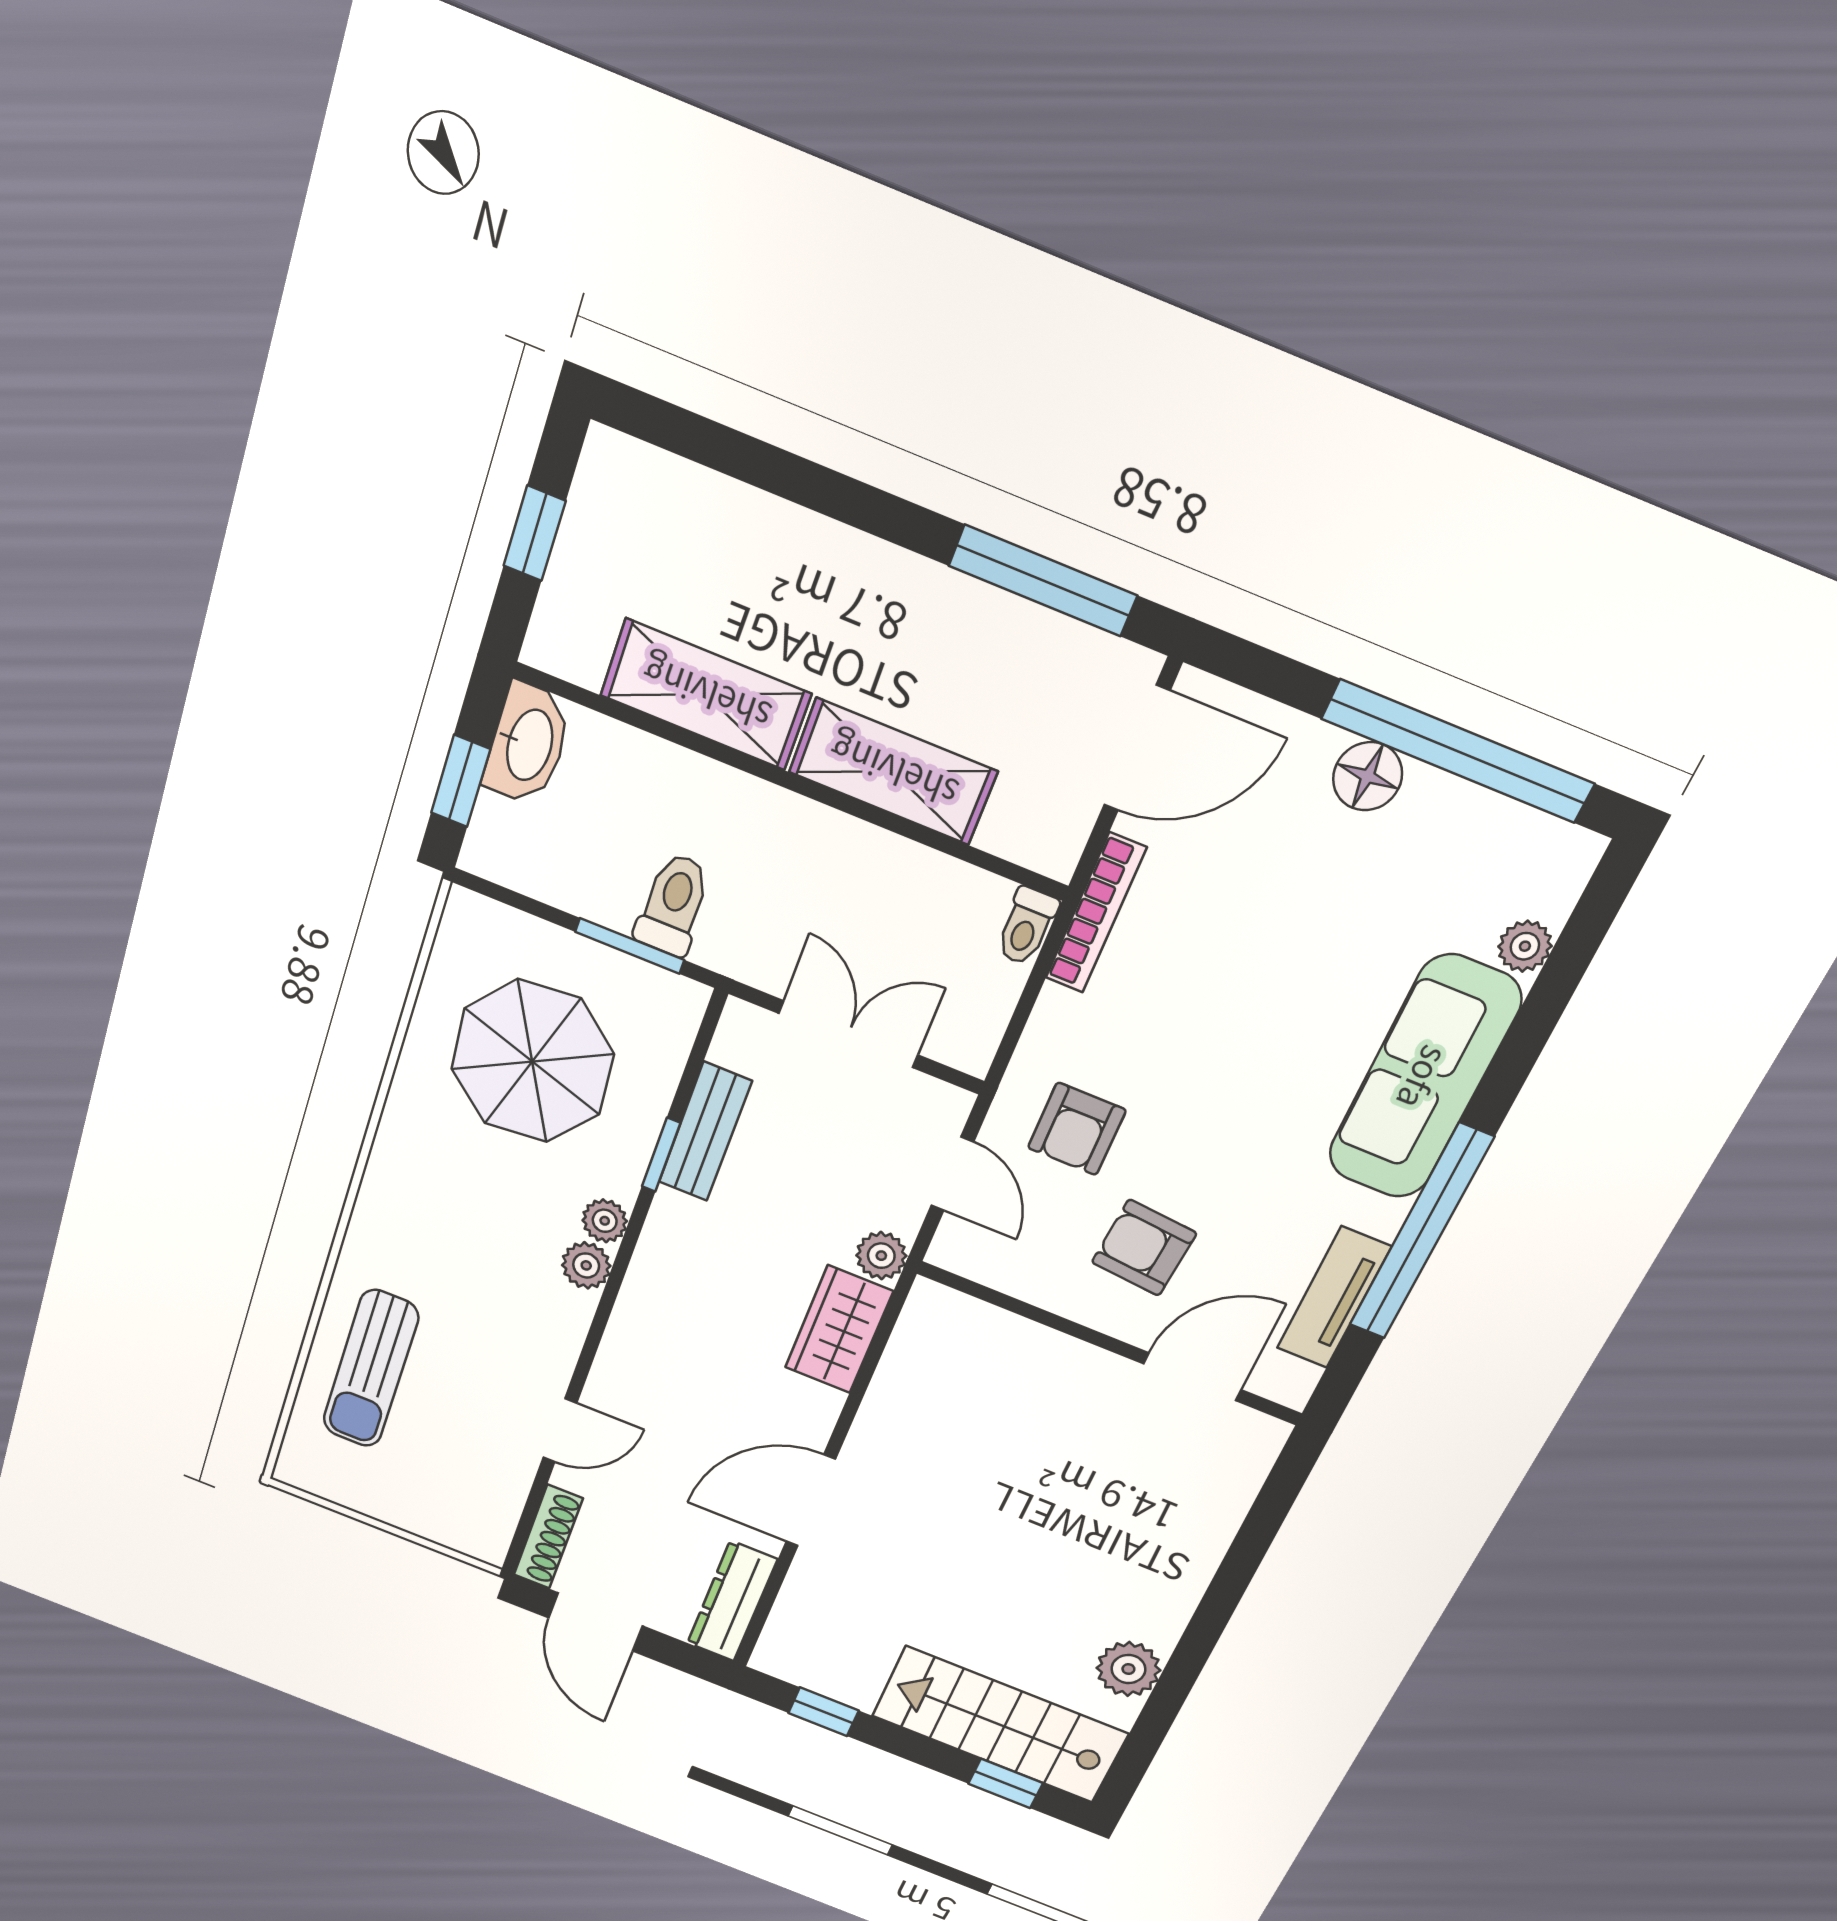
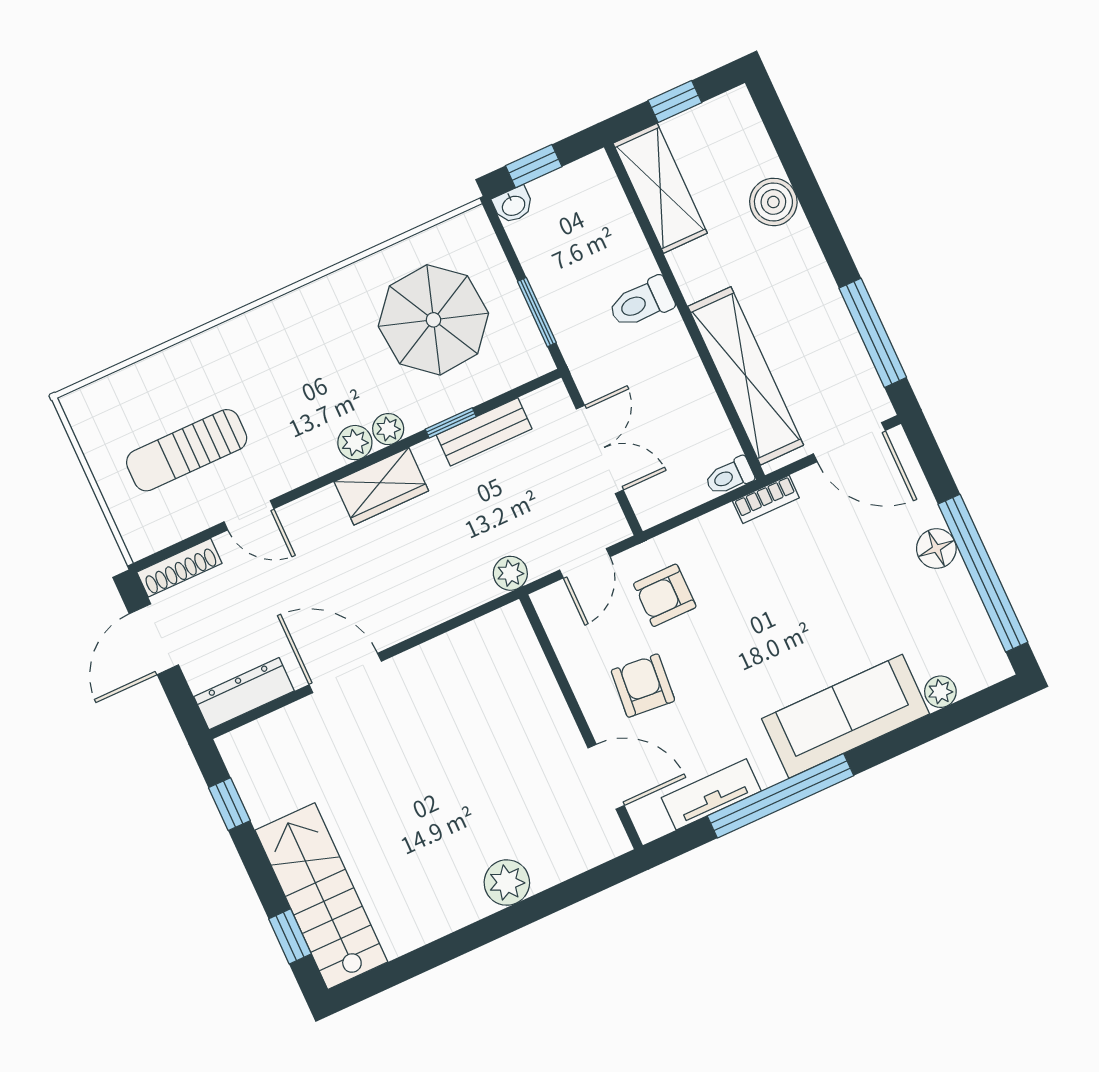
boiler: (768, 538) -> (773, 202), added
shelving: (706, 695) -> (660, 188), moved
washbasin: (528, 744) -> (513, 205), moved, width x0.52, depth x0.69
shelving: (893, 772) -> (746, 376), width x1.47
toilet: (673, 904) -> (641, 303), moved, turned 180
bookcase: (1096, 913) -> (766, 499), width x0.64
wardrobe: (839, 1329) -> (381, 486), moved, turned 180
sun lounger: (371, 1369) -> (187, 450), moved
plant: (1128, 1669) -> (507, 883), moved

